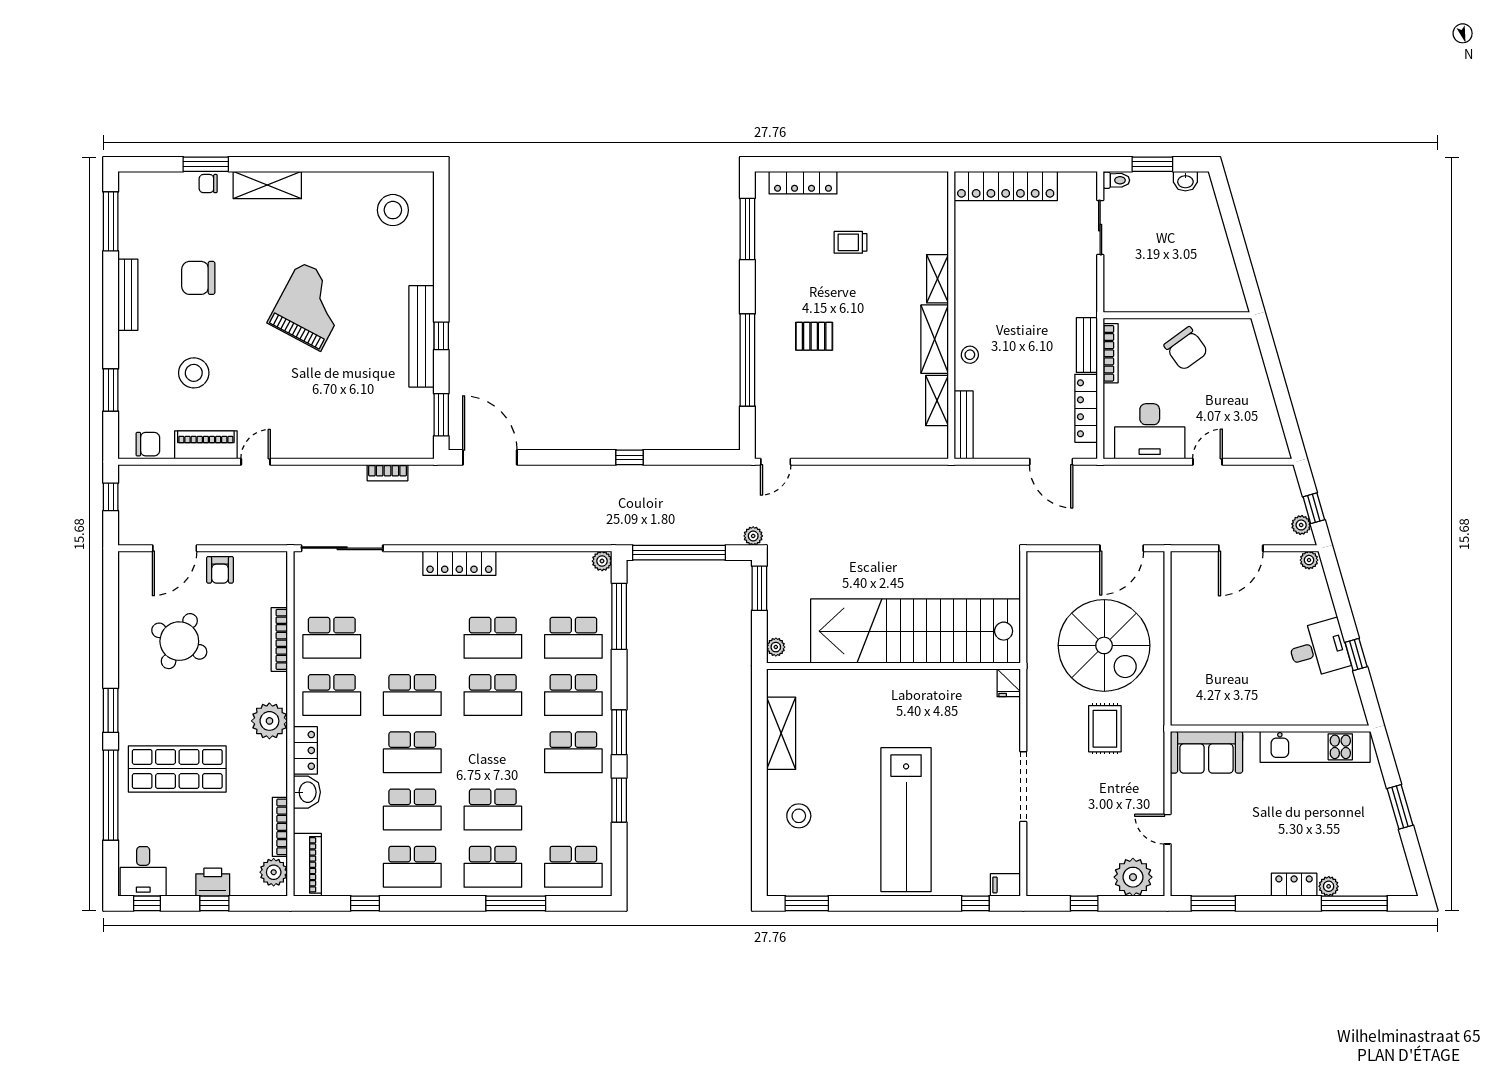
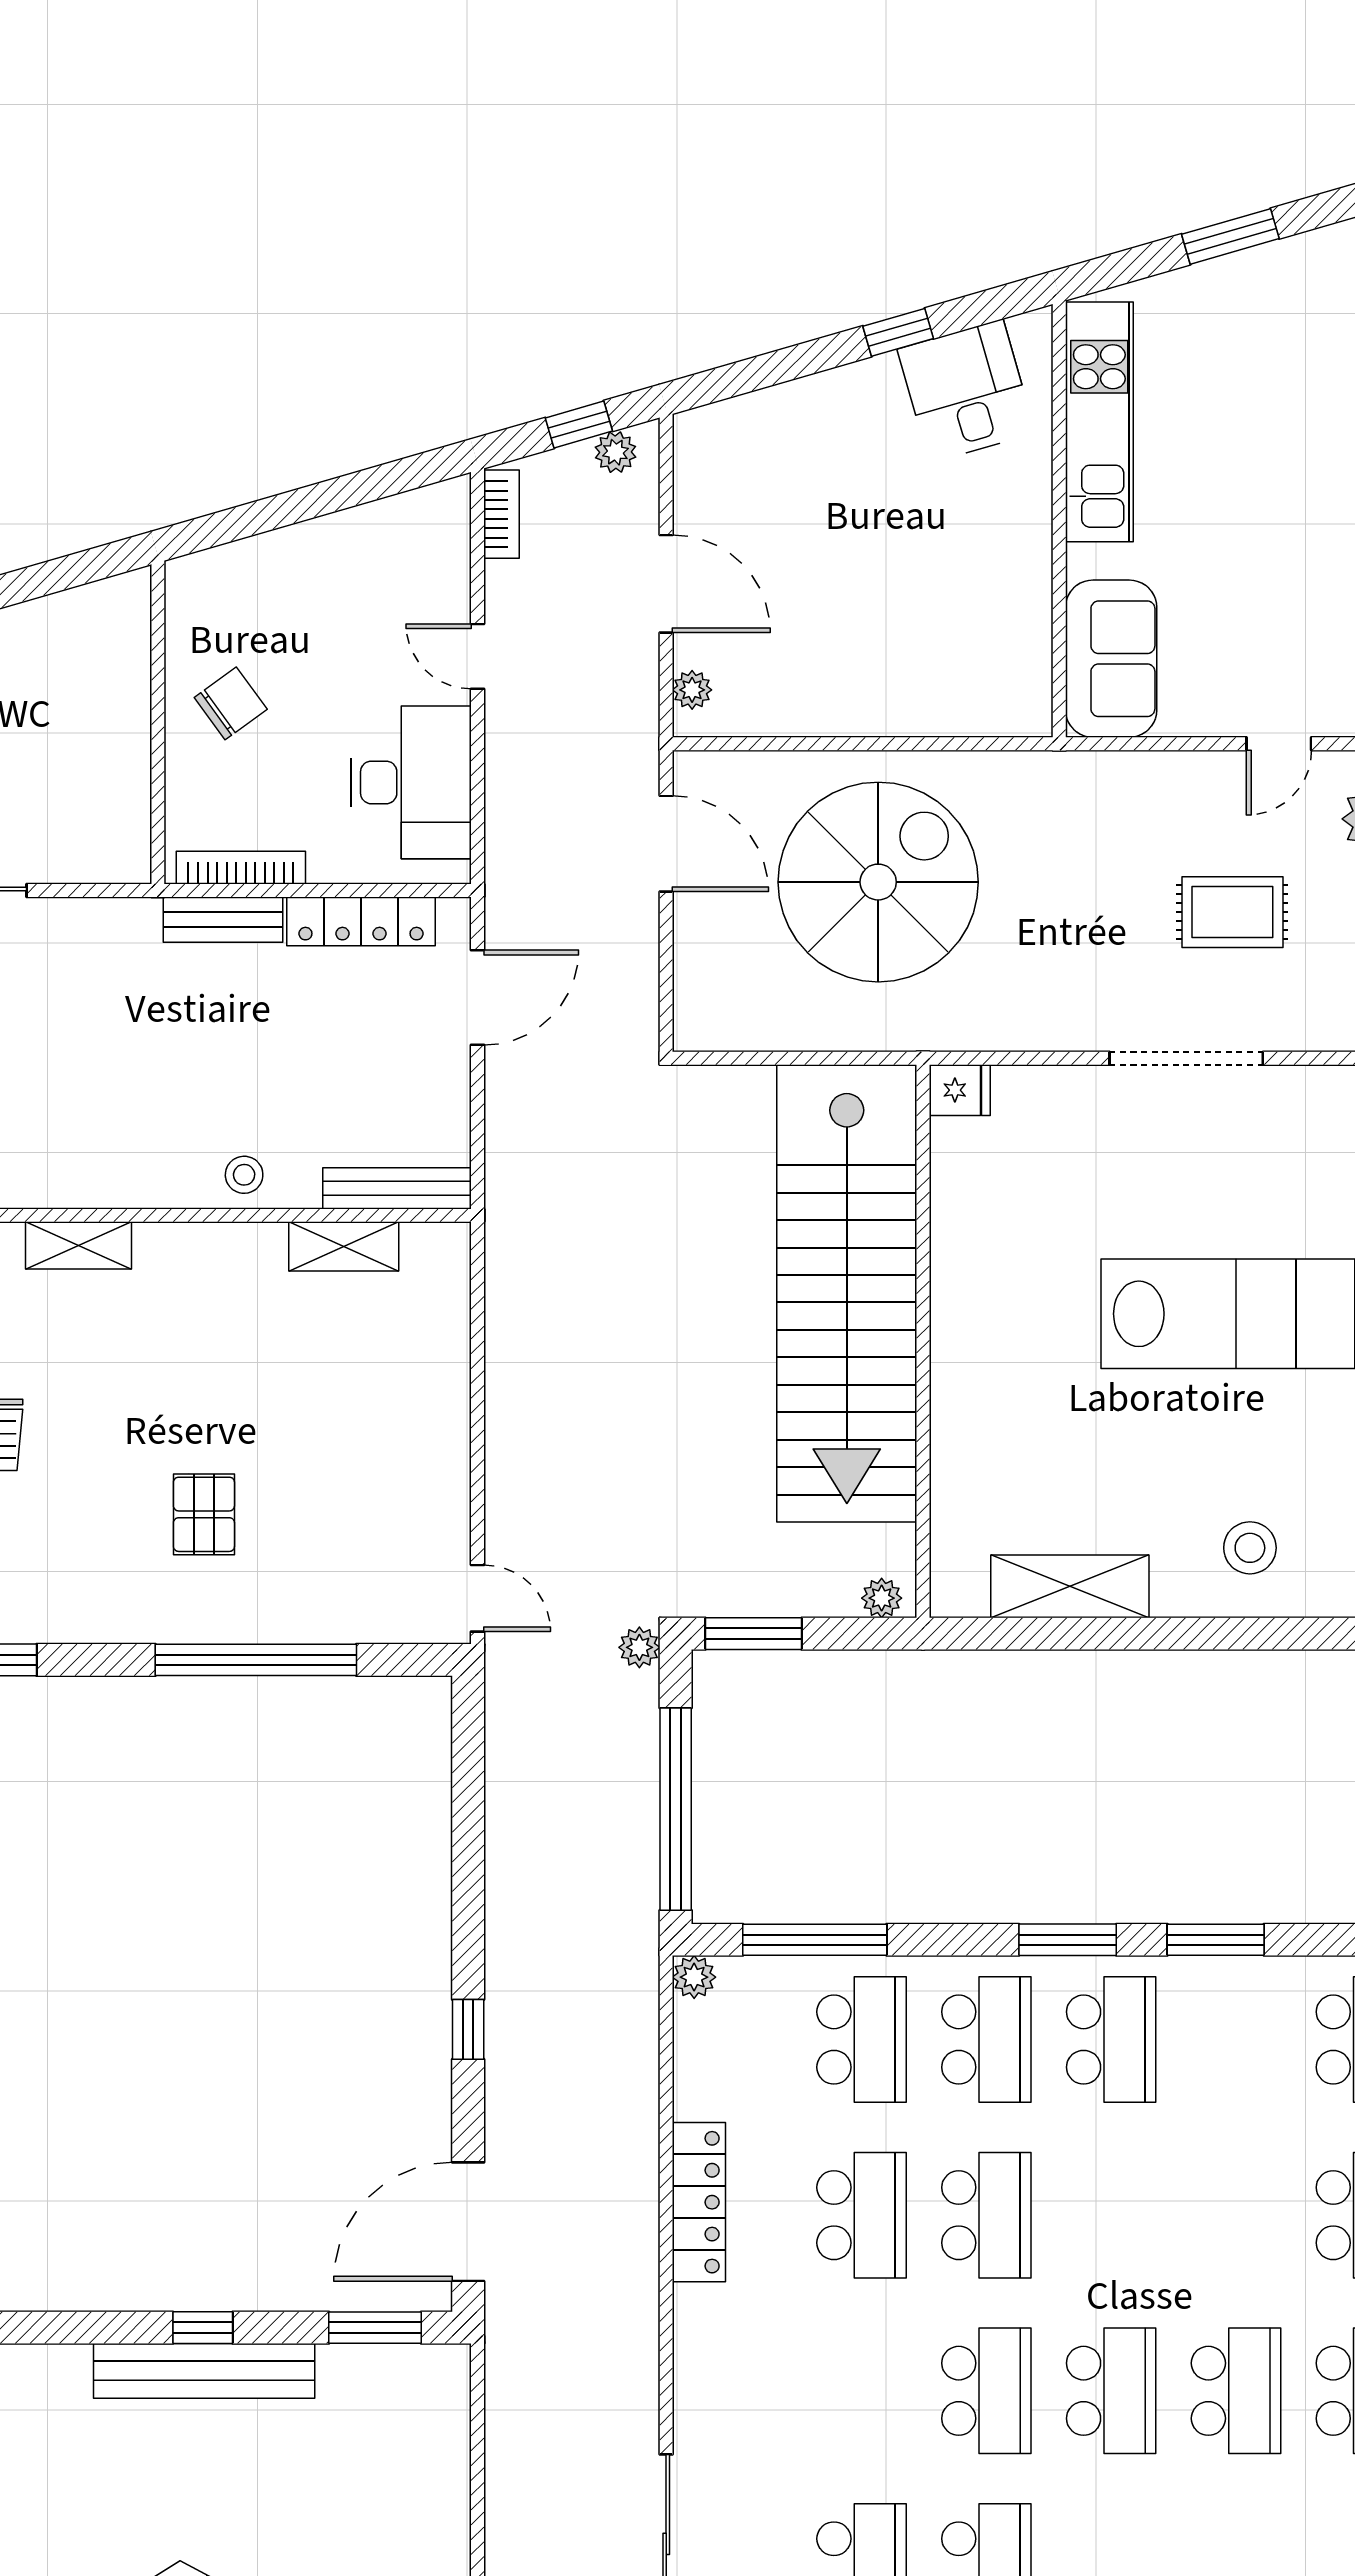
shelving: (935, 339) -> (210, 1252), removed
chair: (1186, 349) -> (231, 703), width x0.73, depth x0.73
window: (629, 457) -> (468, 2029), moved
bookcase: (387, 473) -> (501, 514), moved
plant: (1309, 560) -> (692, 690), moved
locker: (459, 563) -> (699, 2202), moved
desk: (1318, 649) -> (966, 391), moved
rug: (1105, 729) -> (1232, 912), moved
school desk: (493, 809) -> (1236, 2215), removed

